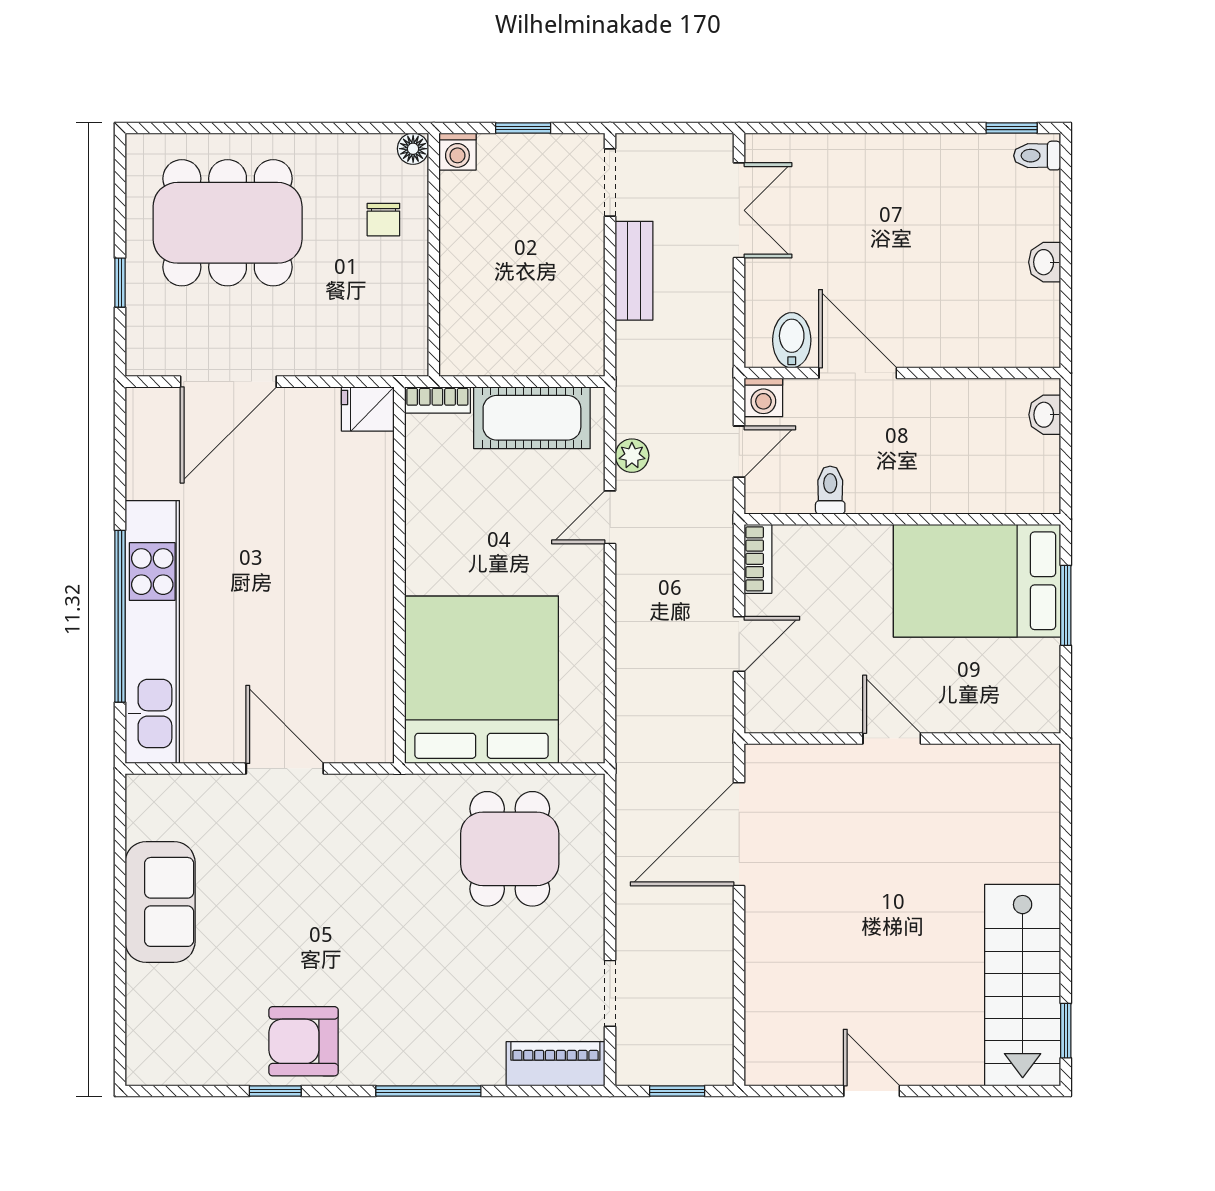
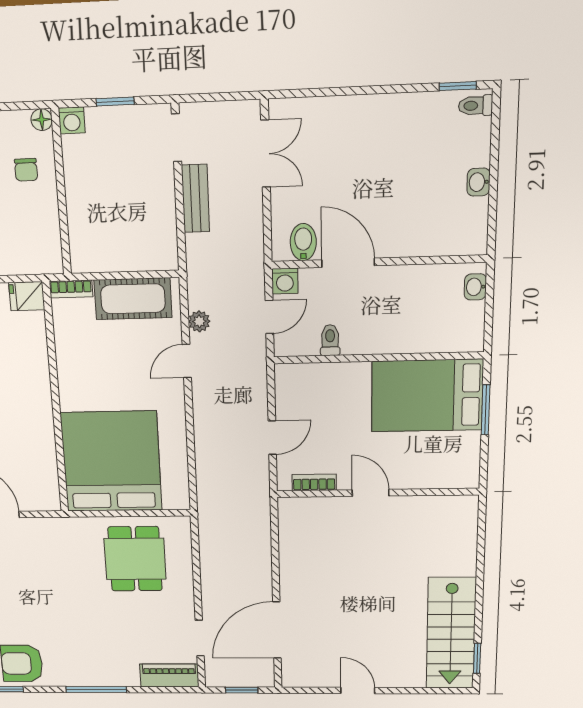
bookcase: (758, 559) -> (314, 482), moved, turned -90
door: (739, 834) -> (277, 630), moved

